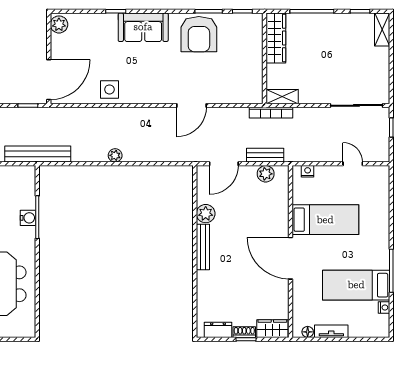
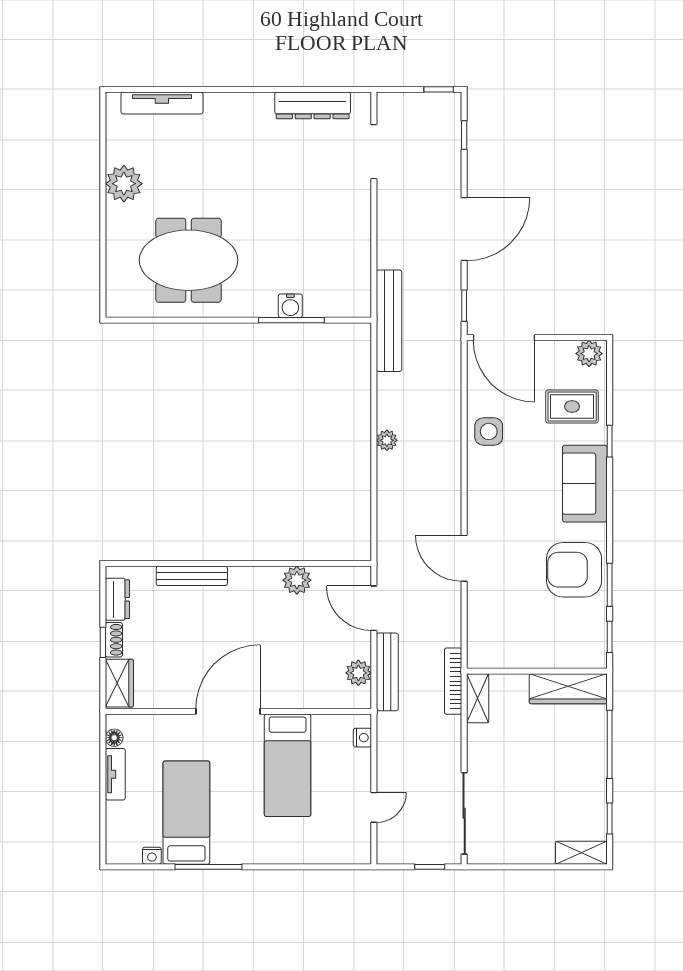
rug: (93, 36) -> (572, 407), added
bench: (265, 155) -> (387, 672), width x1.36
bench: (203, 247) -> (192, 576), moved

